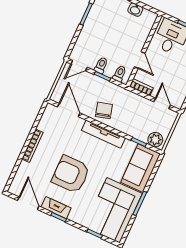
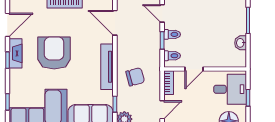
door: (69, 110) -> (115, 23), swing flipped
chair: (104, 110) -> (135, 77), moved

